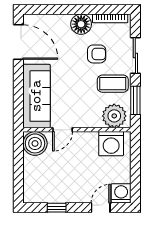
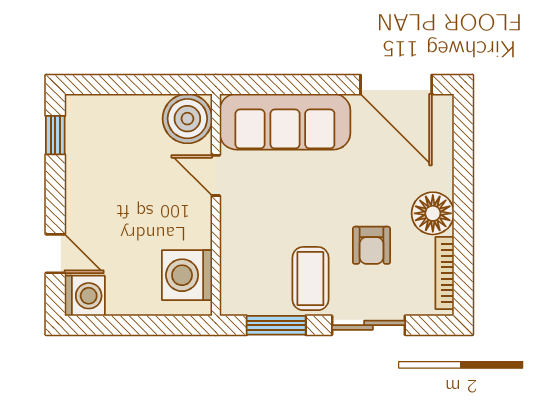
door: (18, 42) -> (396, 85), hinge flipped
plant: (114, 116) -> (244, 282), removed
window: (57, 208) -> (55, 135), moved

